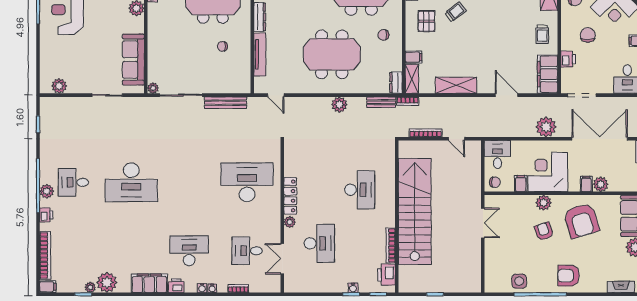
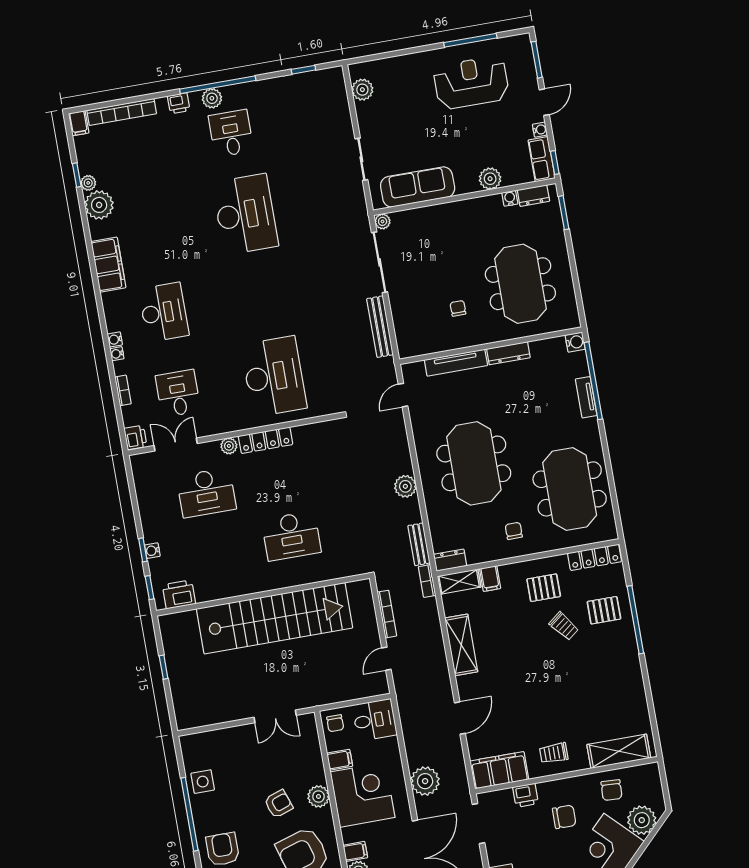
desk: (131, 182) -> (245, 214), turned 180
bookcase: (391, 246) -> (221, 593), removed
printer: (176, 286) -> (135, 437), moved

